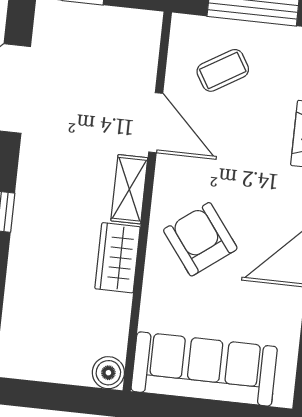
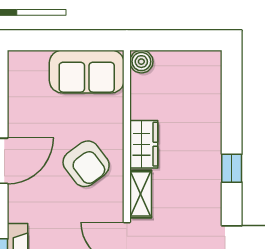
sofa: (204, 369) -> (87, 72), width x0.73

